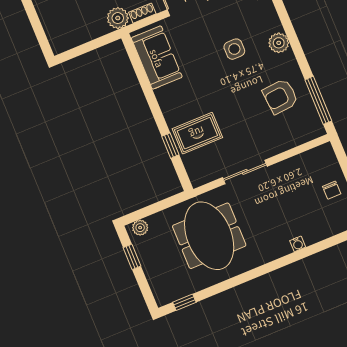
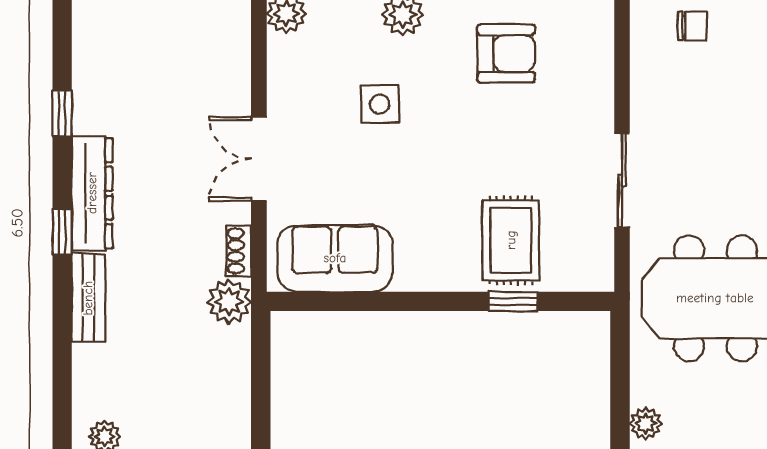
armchair: (280, 96) -> (506, 54), turned -85
chair: (332, 190) -> (693, 26), moved

